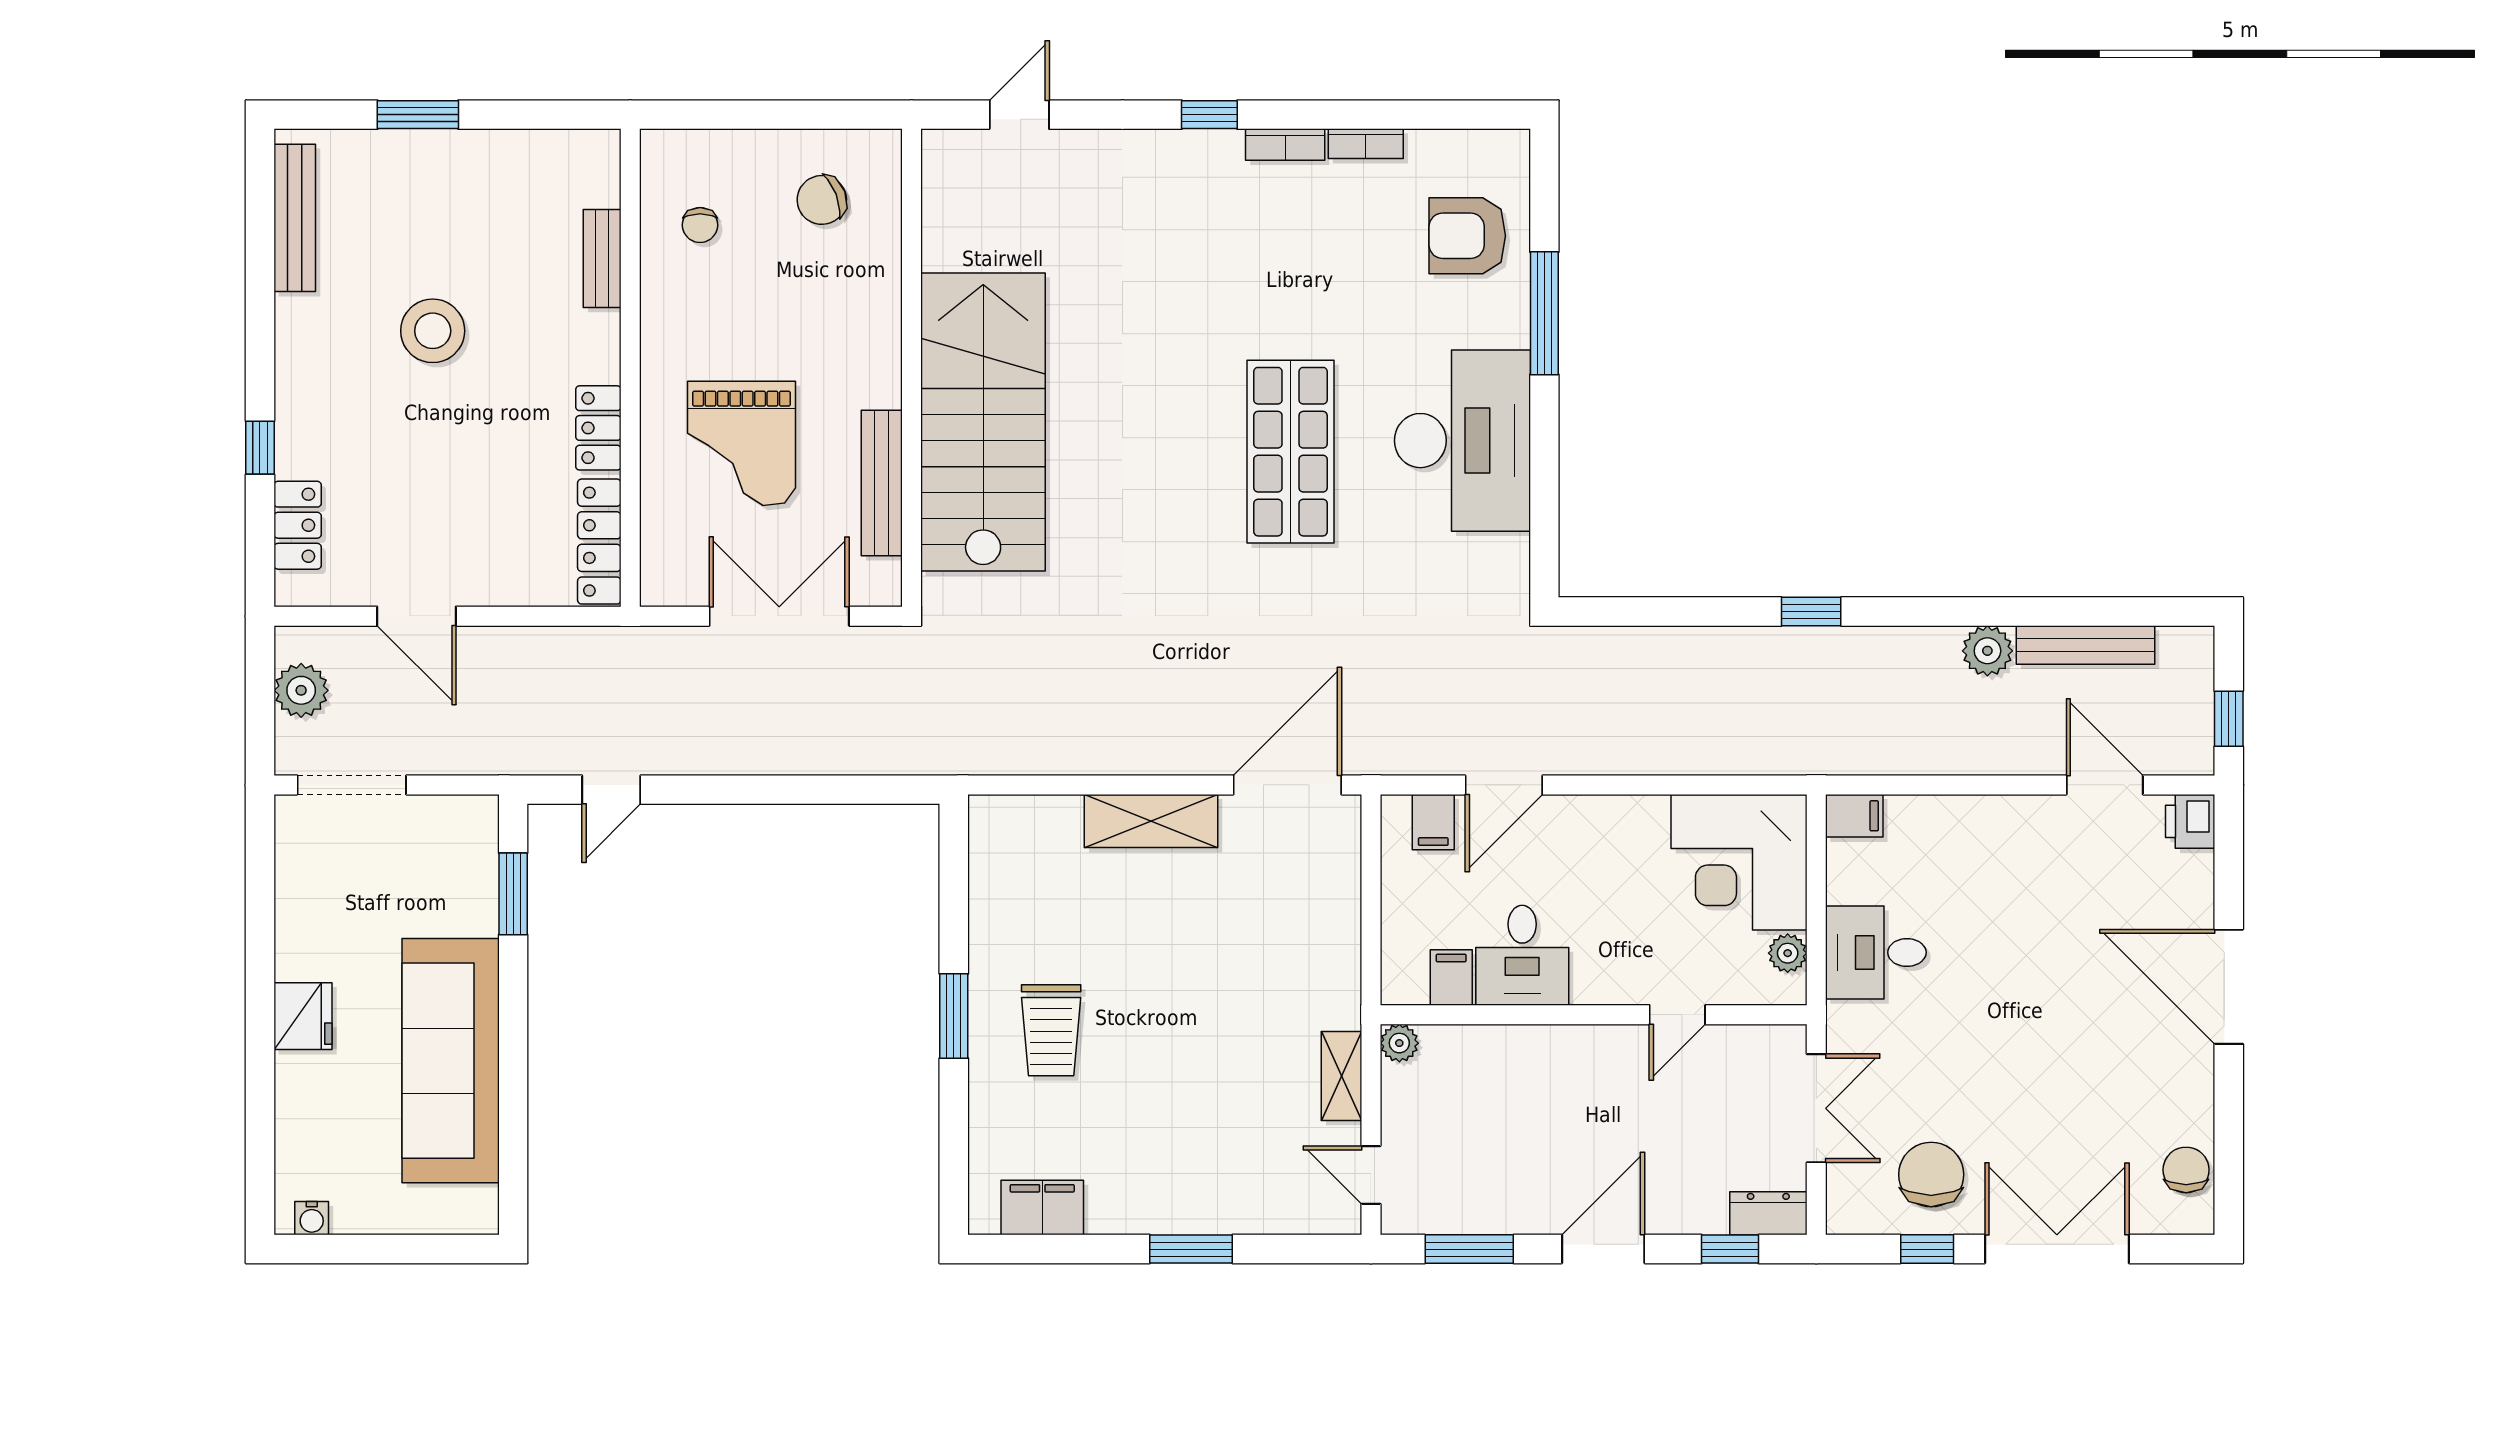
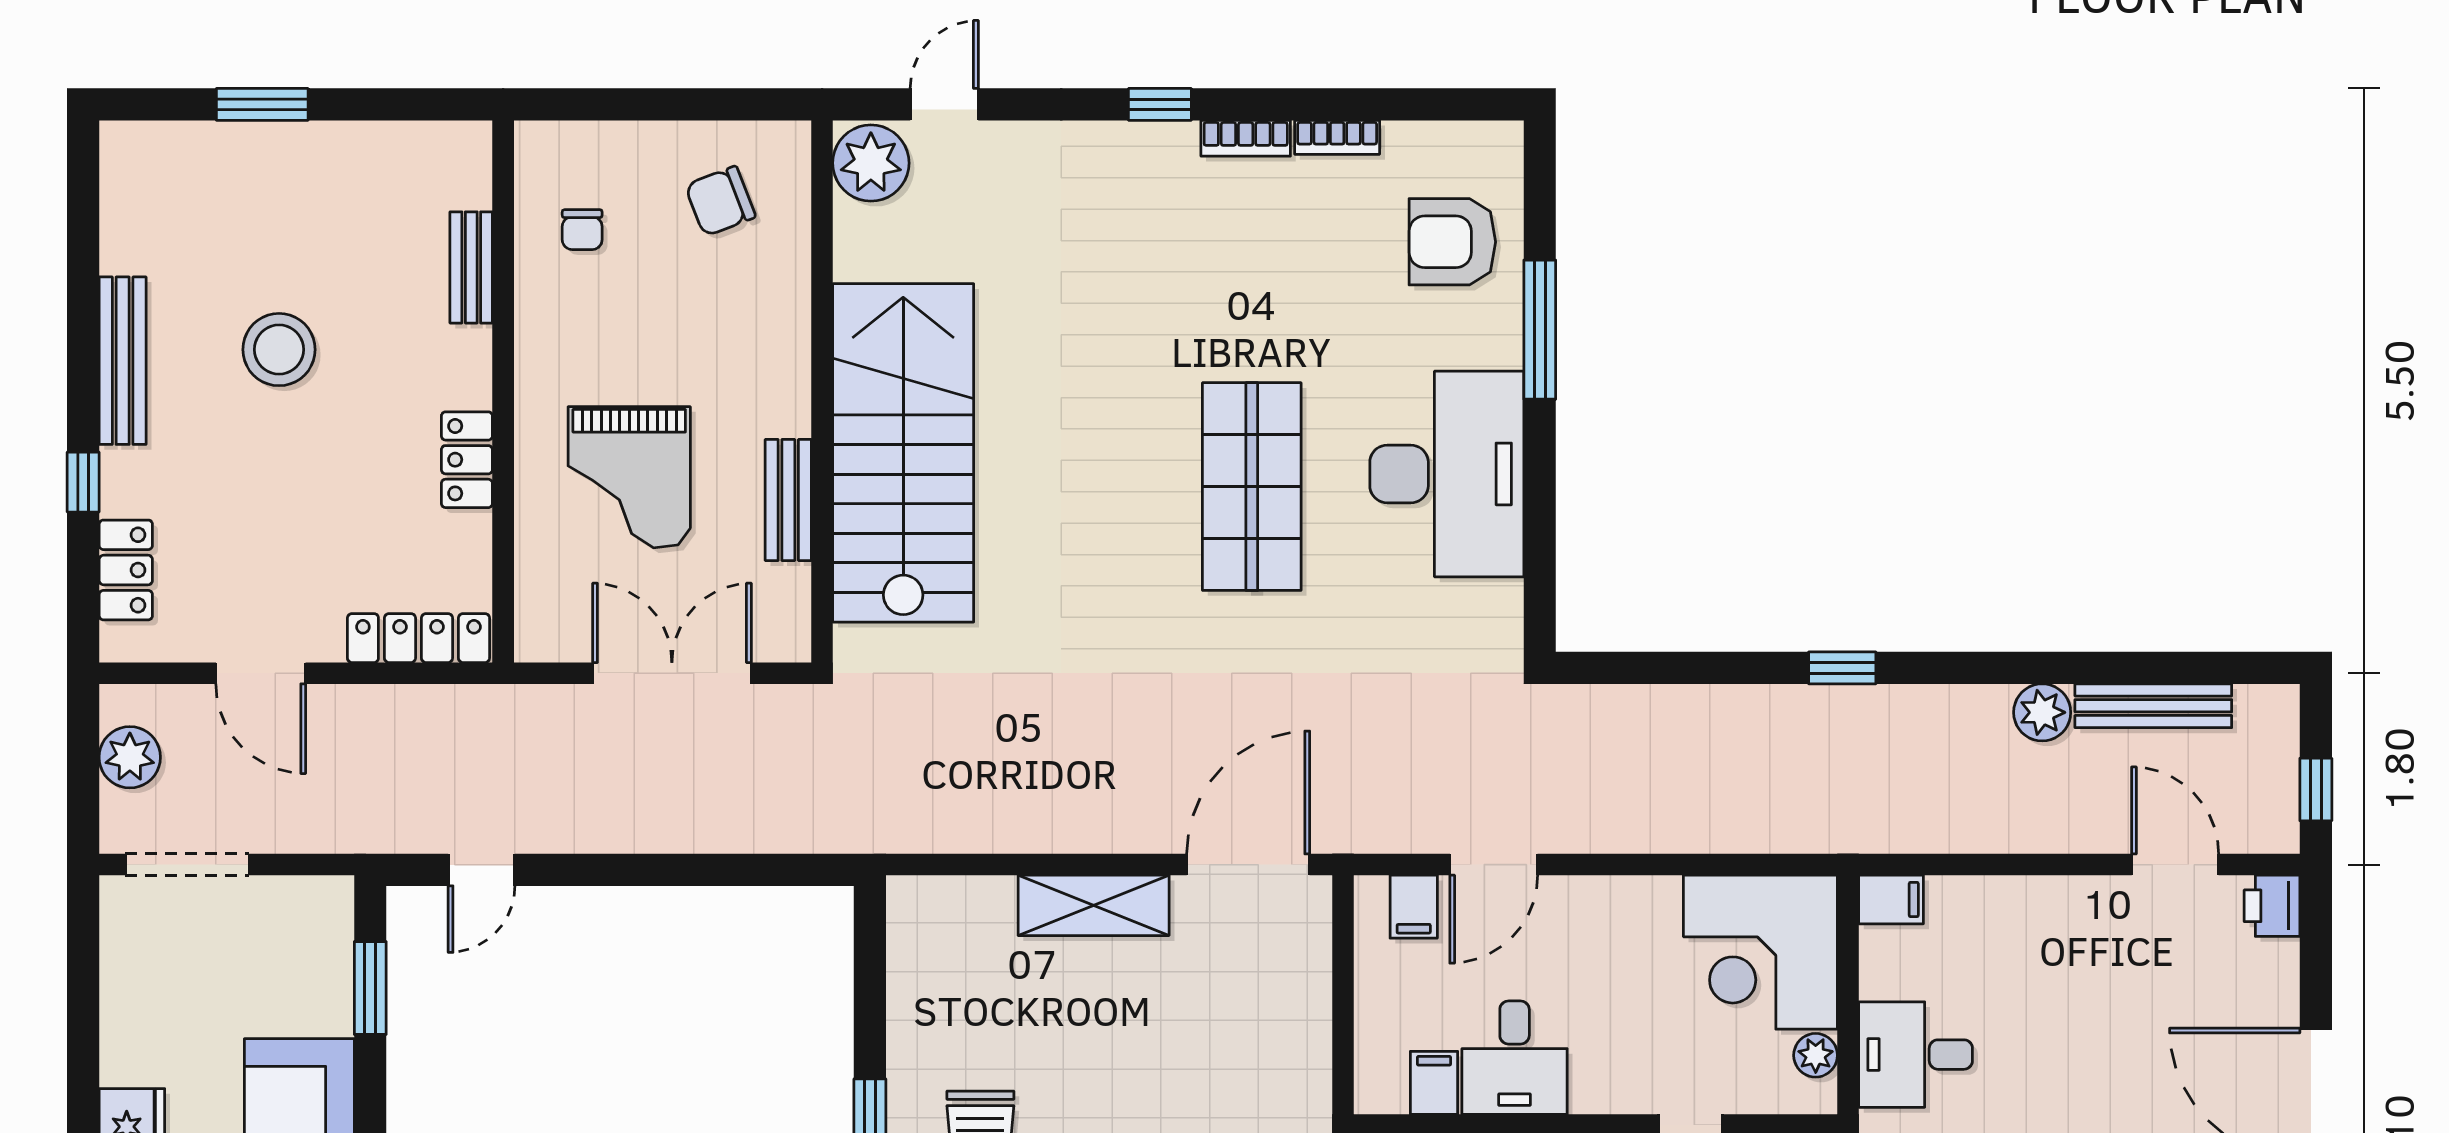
plant: (955, 166) -> (871, 163), added
bench: (295, 218) -> (123, 361), moved
bench: (882, 483) -> (788, 500), width x0.73
locker: (599, 542) -> (418, 638), moved, turned 90

